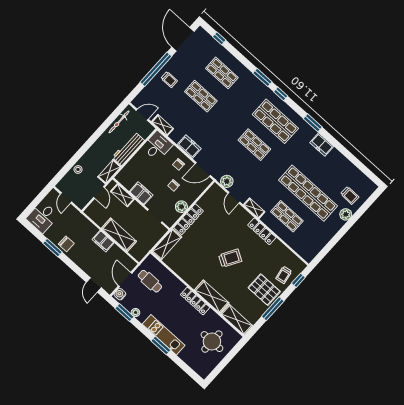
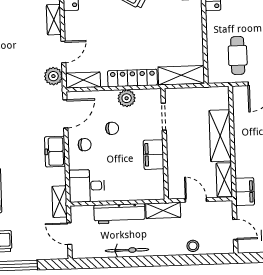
bicycle: (119, 122) -> (127, 250), moved
door: (203, 169) -> (65, 114), hinge flipped
door: (99, 193) -> (196, 200), hinge flipped
shelving: (211, 194) -> (83, 80), added
shelving: (122, 195) -> (224, 180), moved
door: (66, 198) -> (235, 229), hinge flipped
filing cabinet: (103, 241) -> (245, 192), moved

